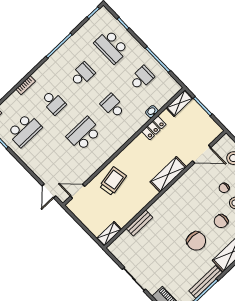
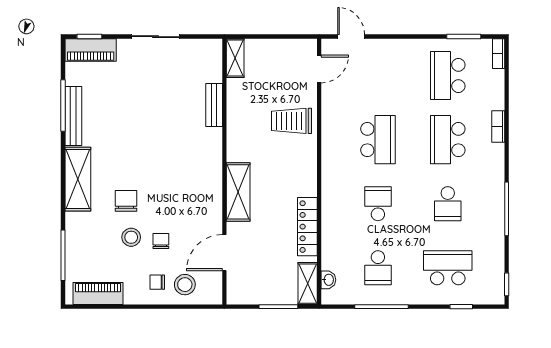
school desk: (53, 102) -> (448, 140), width x1.85
school desk: (113, 106) -> (378, 204), turned -90
washbasin: (152, 112) -> (328, 280), moved
locker: (154, 128) -> (307, 227), width x1.53
trolley: (113, 181) -> (292, 121), turned 100
chair: (196, 241) -> (131, 150), removed

